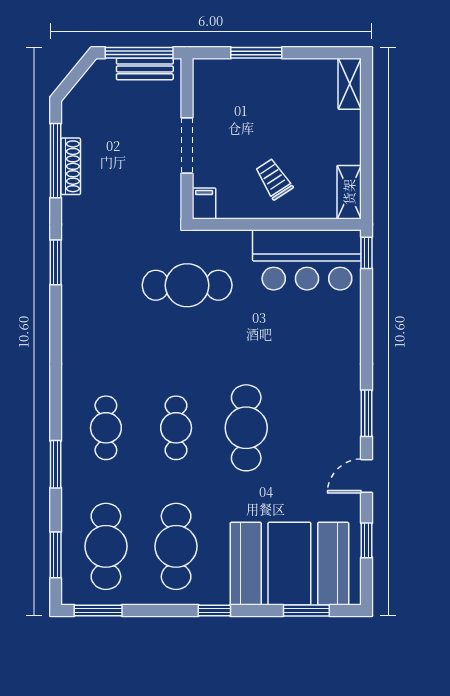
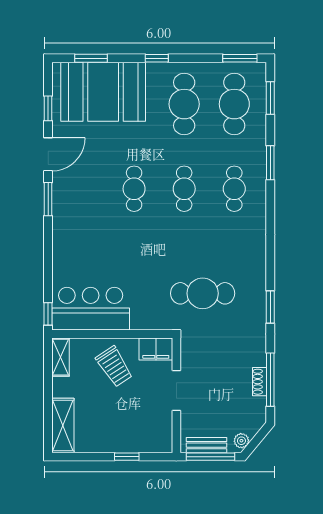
window: (256, 53) -> (127, 457), width x0.67
plant: (96, 75) -> (241, 441), added
shelving: (350, 84) -> (63, 425), width x1.50, depth x1.33
shoe rack: (71, 166) -> (259, 382), width x0.70
trolley: (274, 179) -> (114, 367), width x1.36, depth x1.39
filing cabinet: (204, 203) -> (156, 349), width x2.00
cafe table: (187, 285) -> (203, 293), moved
cafe table: (246, 428) -> (134, 189), width x0.73, depth x0.74
door: (367, 476) -> (48, 154), width x1.38

